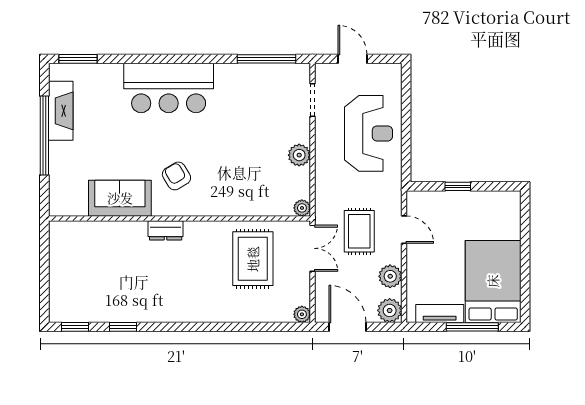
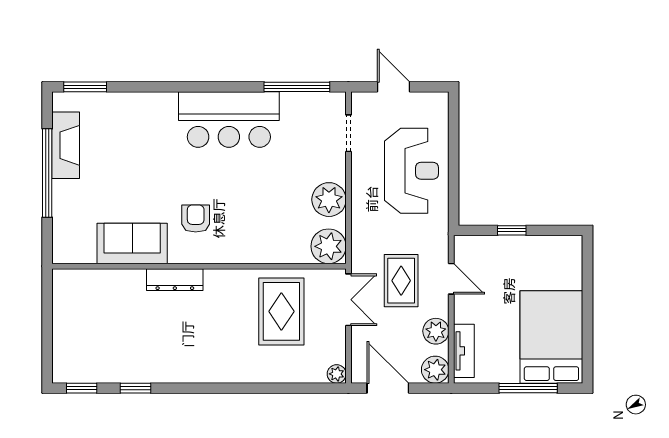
bar counter: (169, 88) -> (229, 120), moved
plant: (299, 155) -> (329, 200), width x1.36, depth x1.36
armchair: (176, 176) -> (196, 219), turned 31
plant: (302, 208) -> (329, 246), width x1.88, depth x1.88
dresser: (166, 230) -> (175, 280), width x1.44
tv unit: (440, 314) -> (464, 351), moved, turned 90

